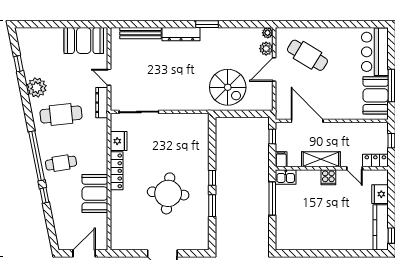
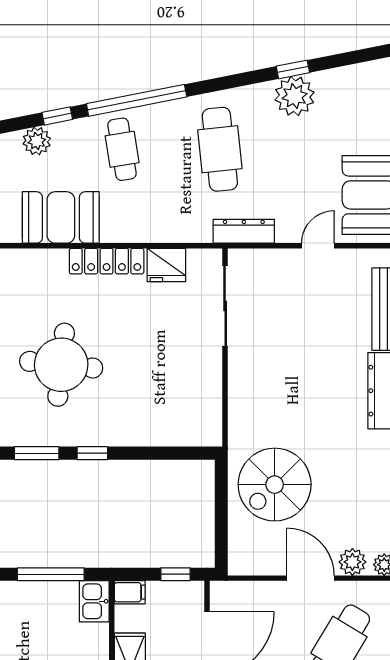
window: (18, 64) -> (293, 69), moved
door: (109, 77) -> (318, 246), moved
plant: (37, 88) -> (295, 96), moved
plant: (57, 206) -> (37, 141), added

